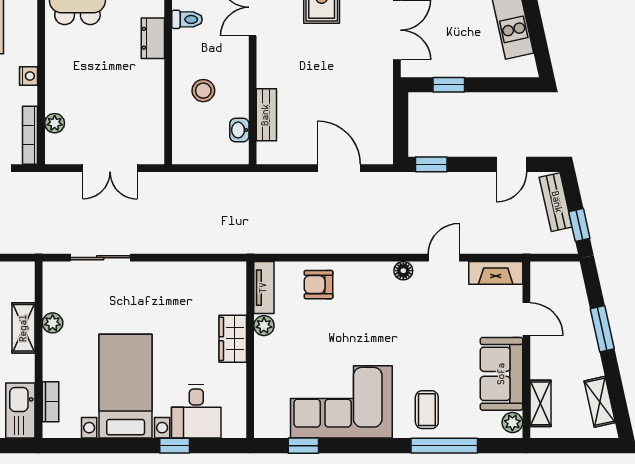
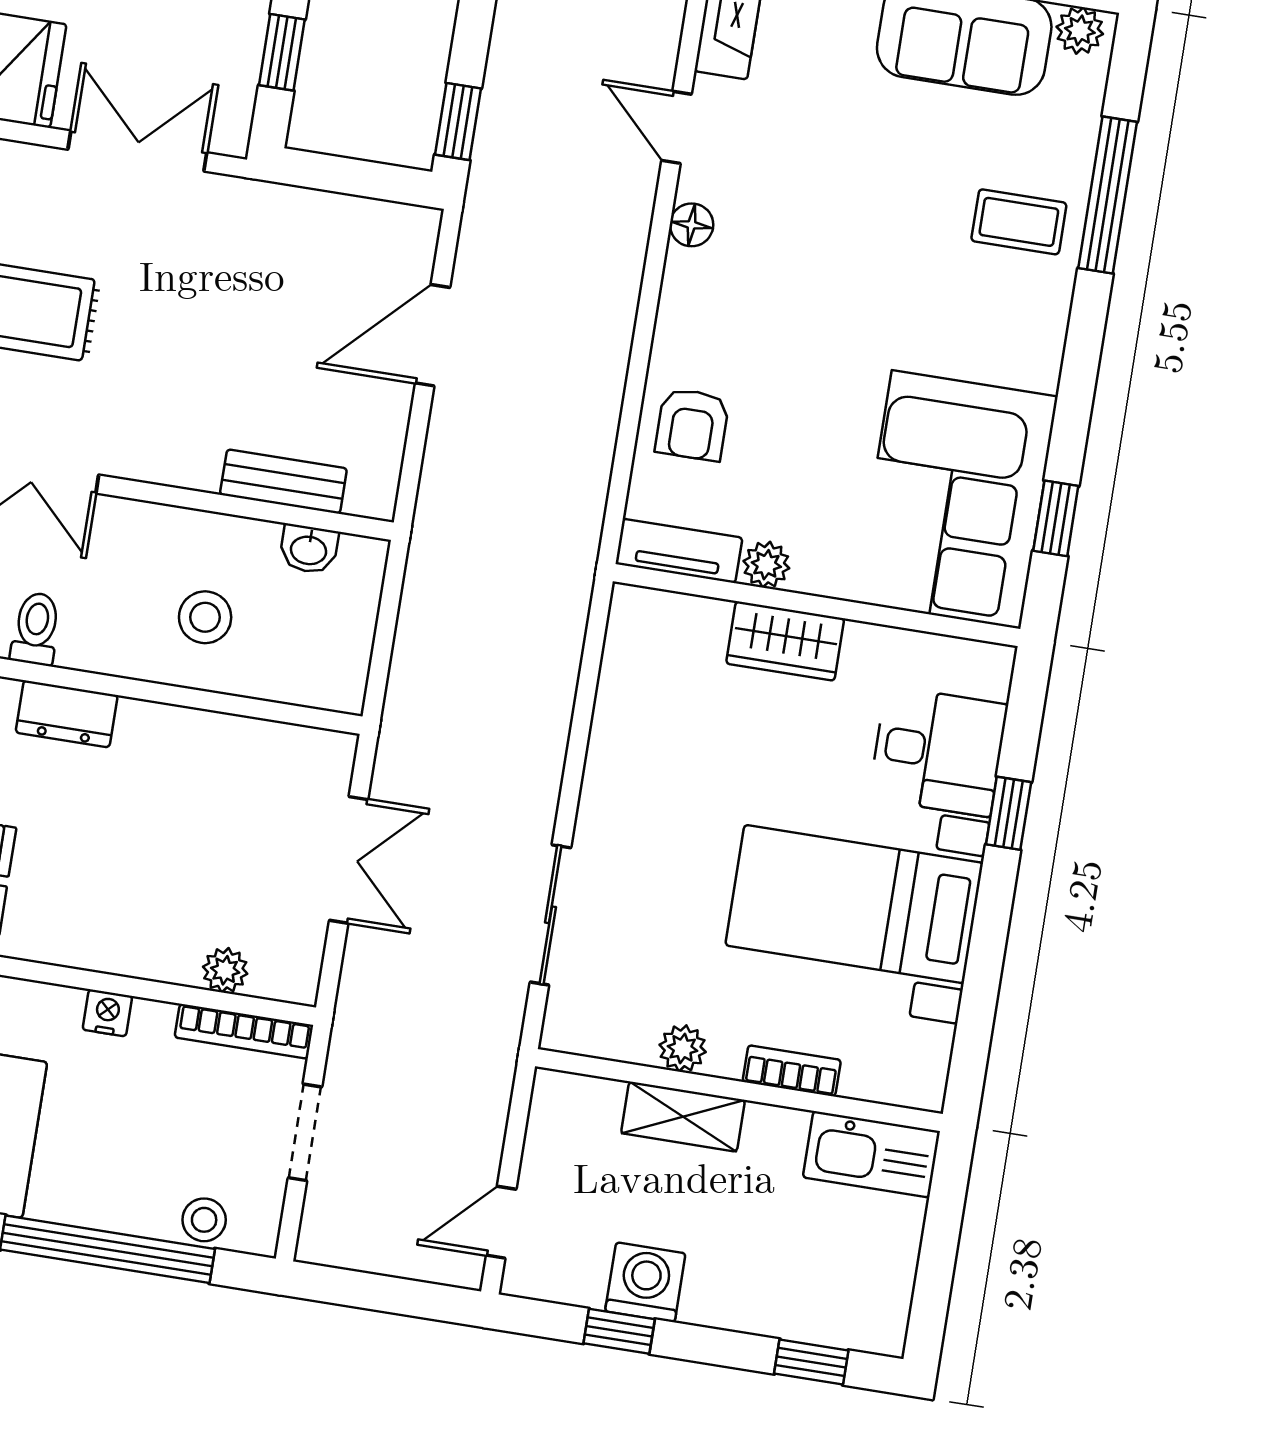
bookcase: (50, 402) -> (792, 1071), moved
corner sofa: (341, 402) -> (956, 499), moved

